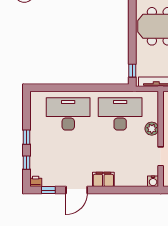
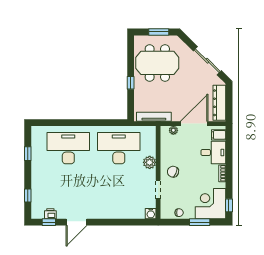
window: (132, 71) -> (131, 83), moved
window: (26, 137) -> (28, 154), moved
filing cabinet: (103, 179) -> (102, 212), removed
printer: (36, 181) -> (50, 214), moved

